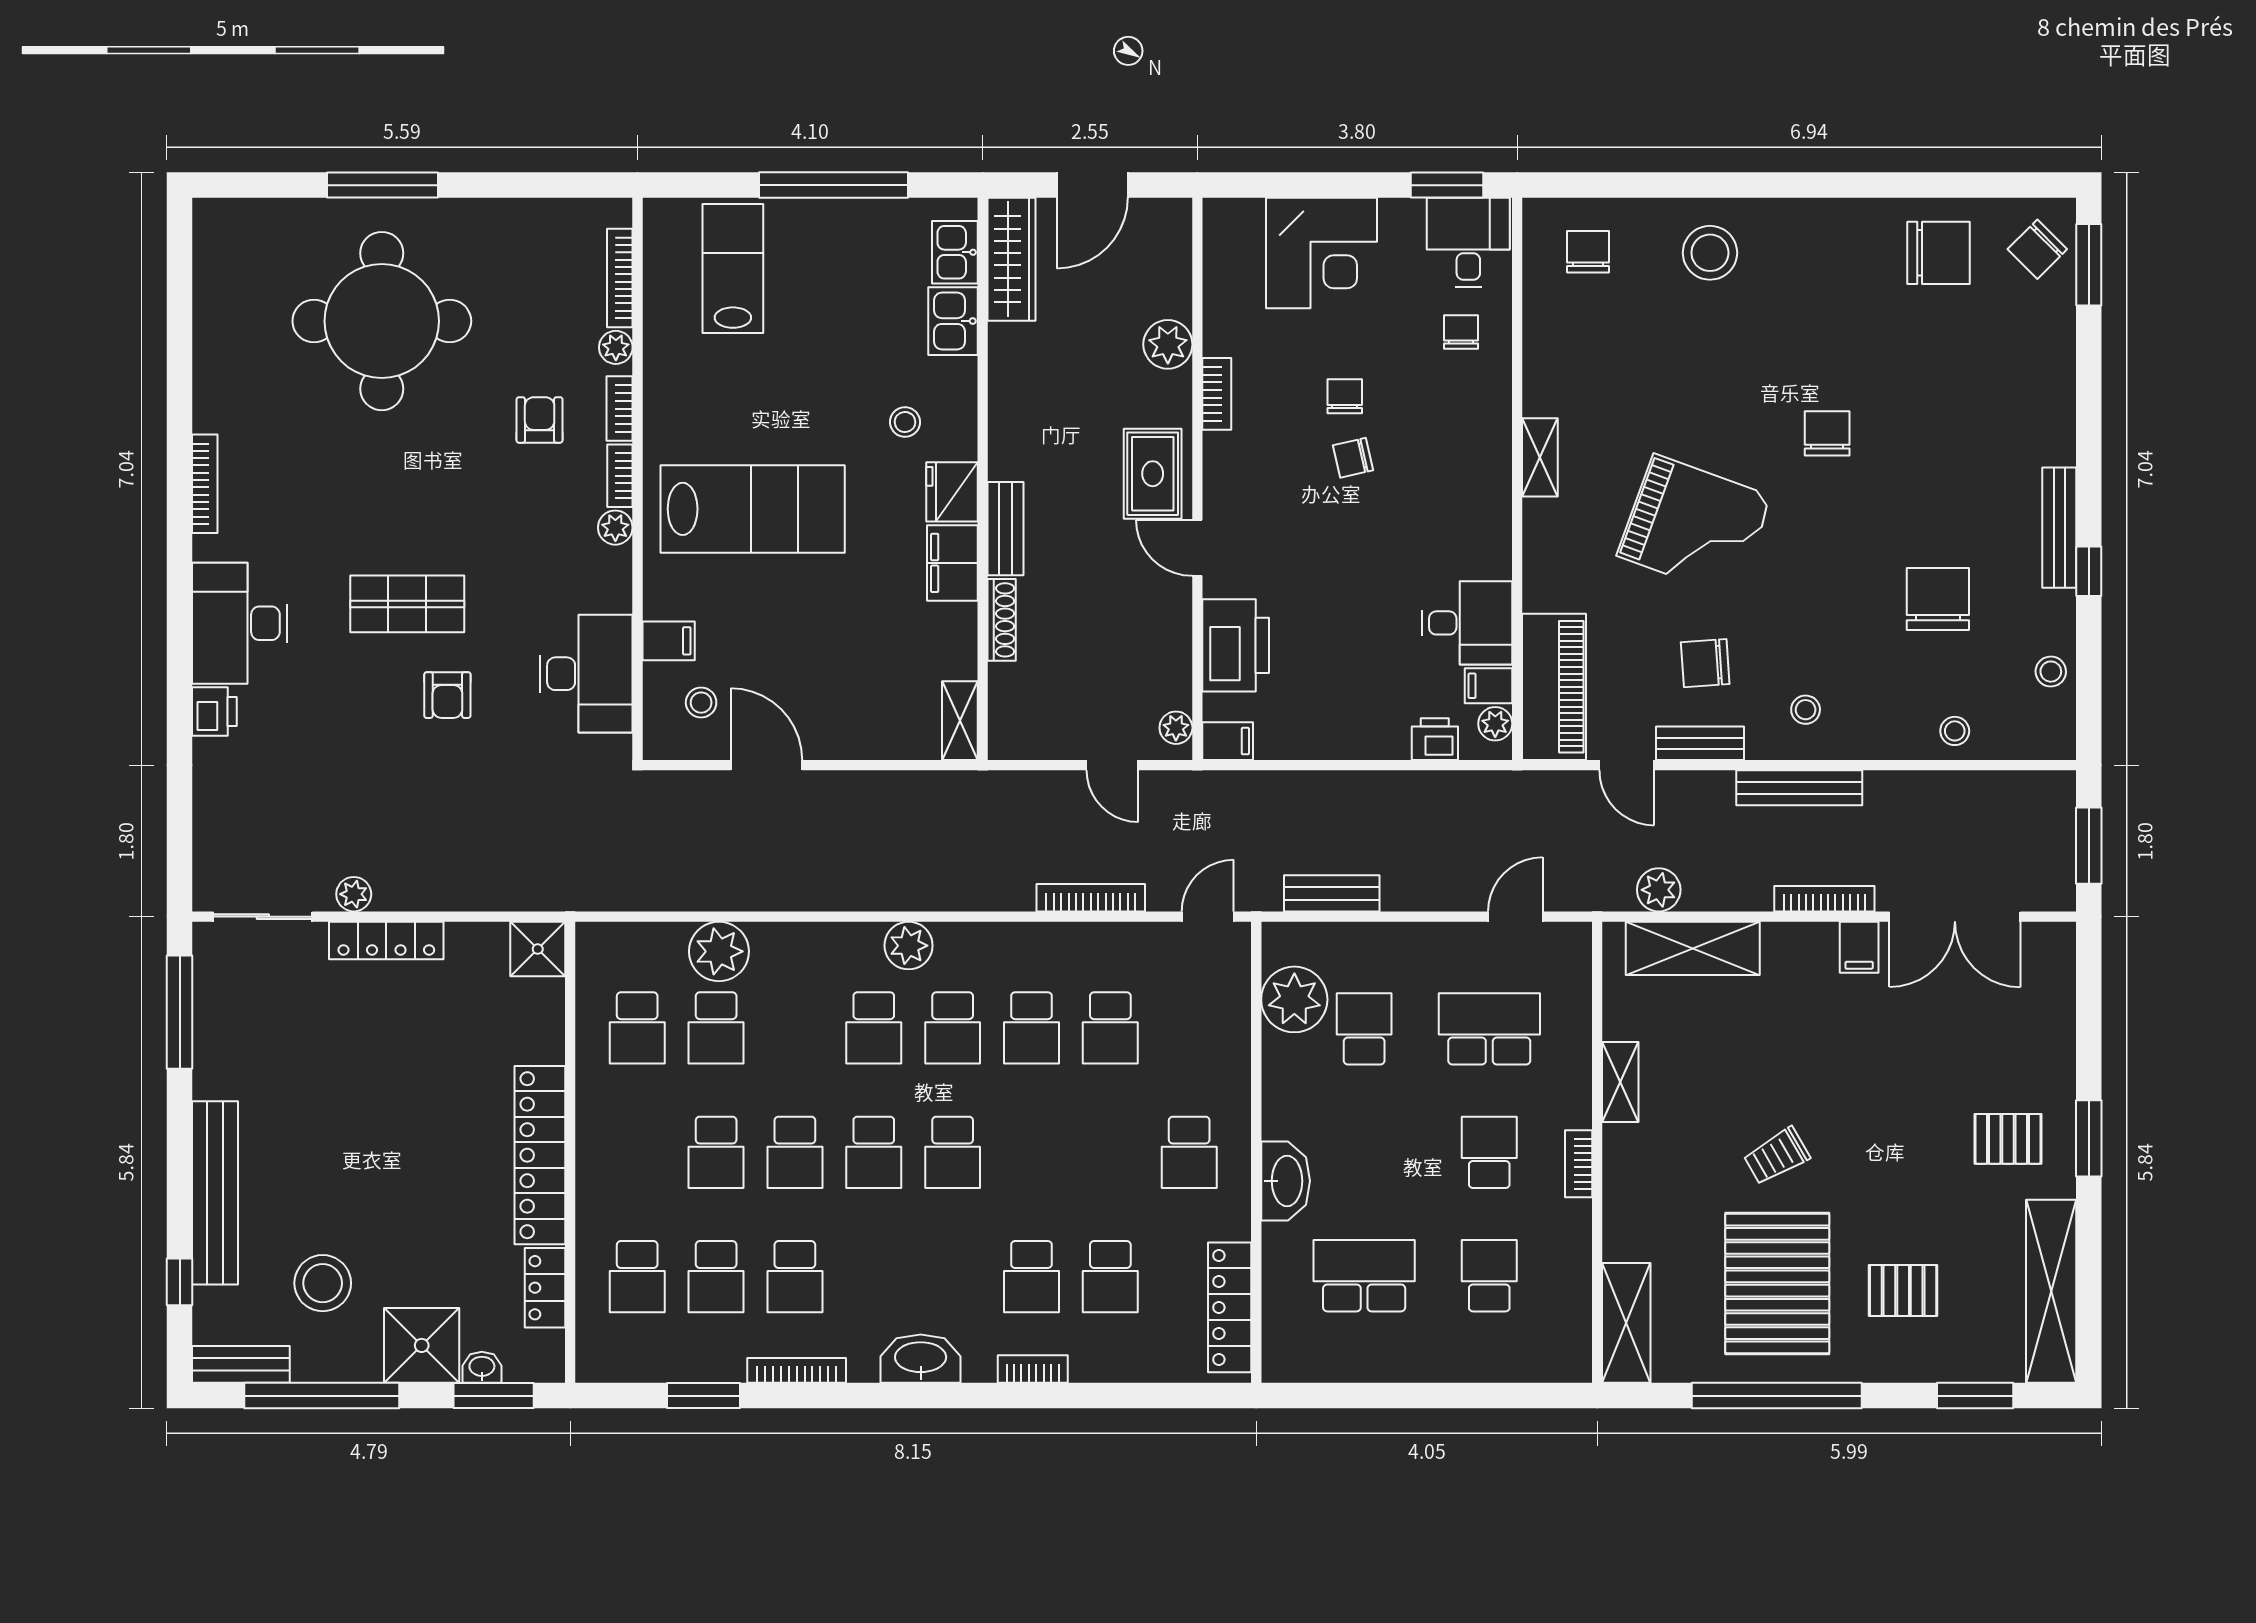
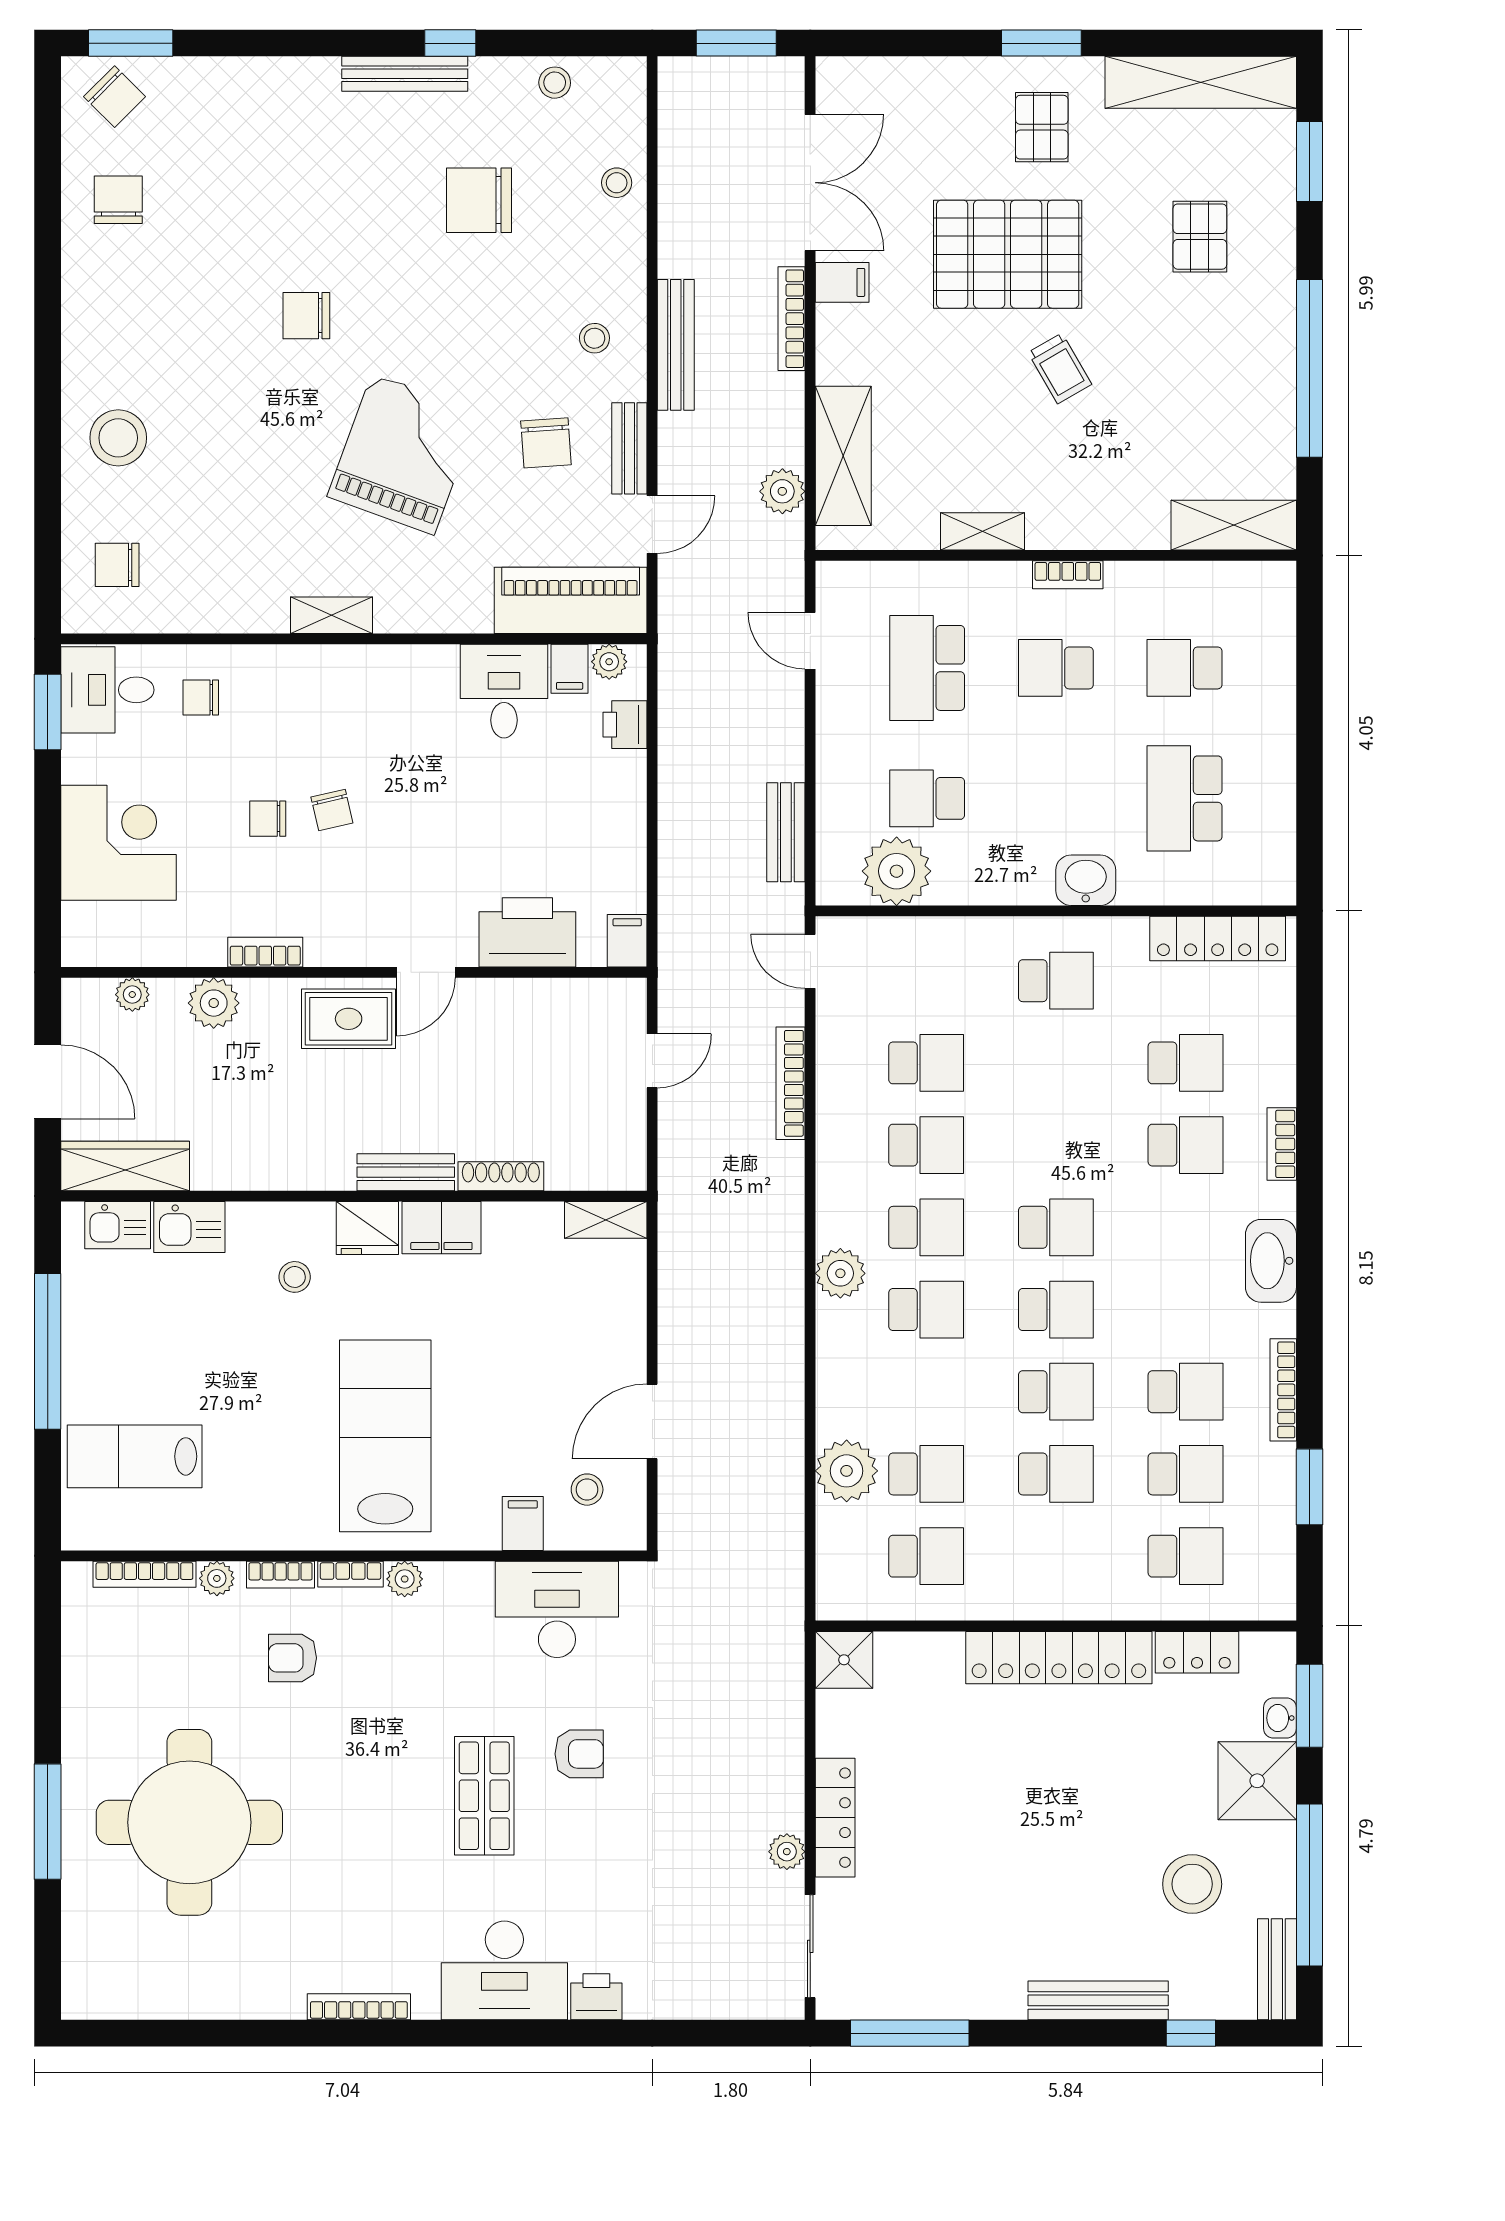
chair: (1938, 253) -> (118, 200), width x0.73, depth x0.73
plant: (1176, 728) -> (132, 995), moved
washbasin: (1286, 1181) -> (1086, 880), width x0.72
bench: (215, 1193) -> (1098, 2000), width x0.73, depth x0.82
pallet: (1777, 1284) -> (1008, 254), moved

